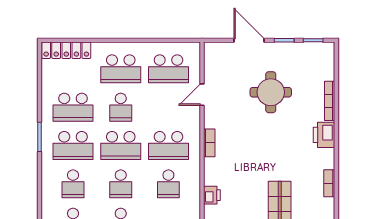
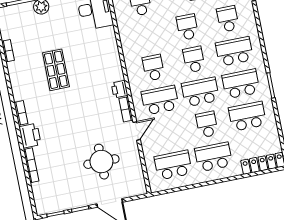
round table: (271, 92) -> (101, 162), moved
door: (202, 95) -> (137, 131), moved
bookcase: (329, 183) -> (21, 113), moved
school desk: (73, 184) -> (234, 51), width x1.85
printer: (212, 195) -> (120, 89), moved

